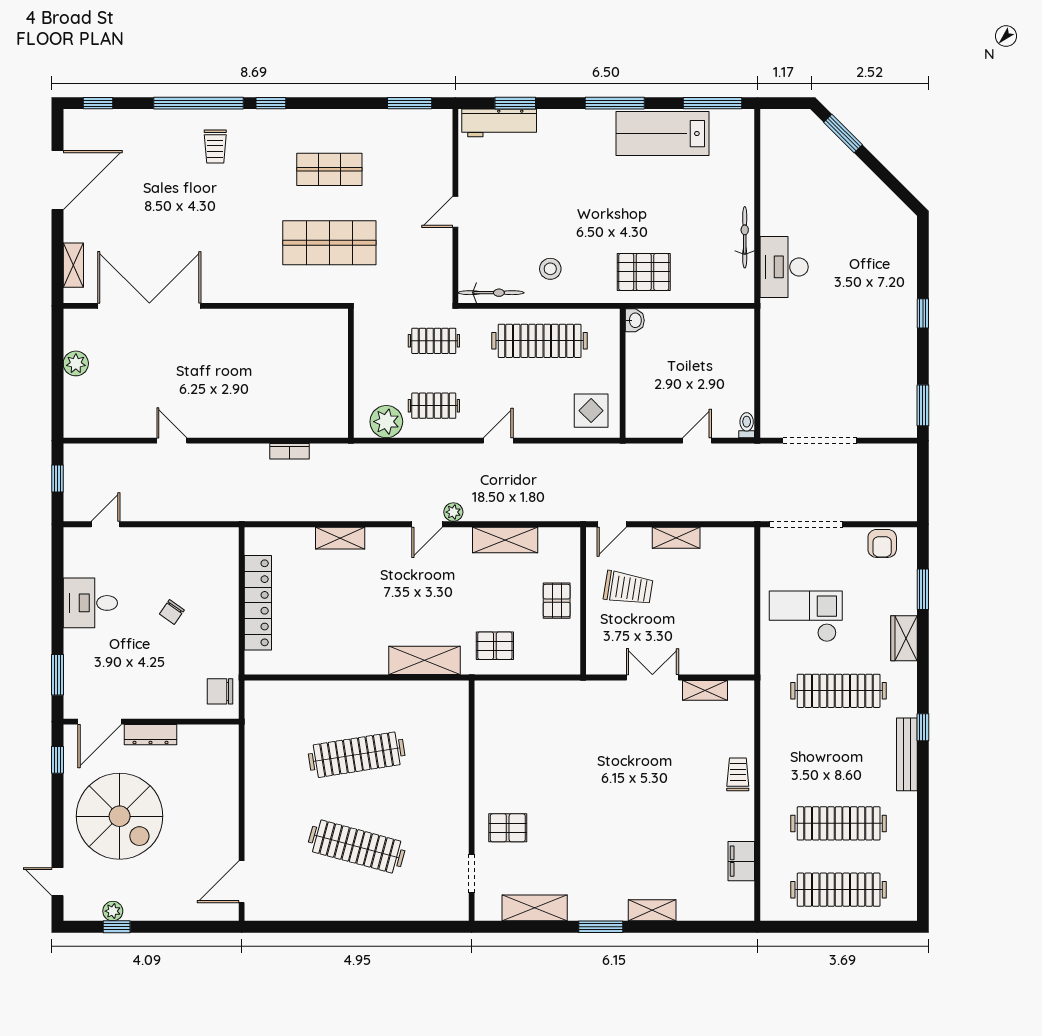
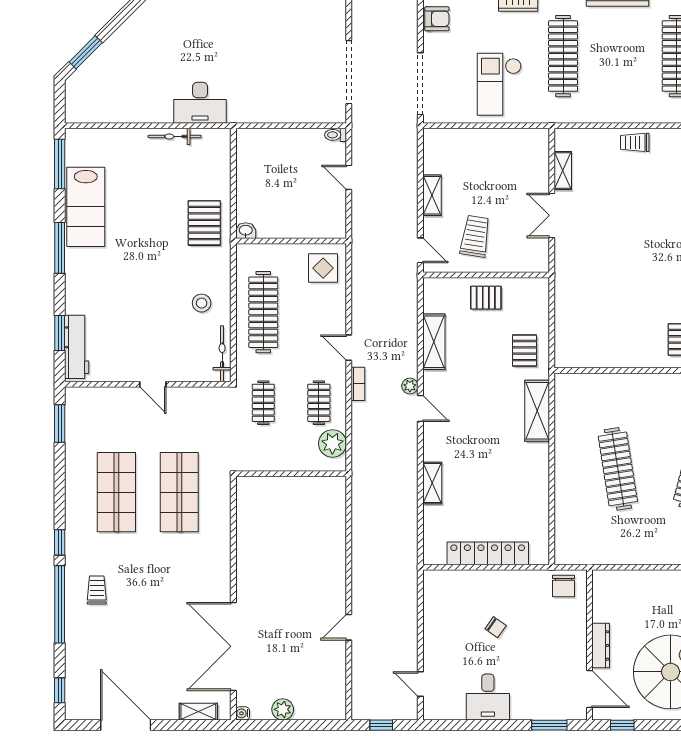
trolley: (215, 146) -> (97, 590), turned -90
shop shelf: (329, 169) -> (116, 492), width x1.43, depth x1.36
water cooler: (71, 317) -> (243, 713), added
bookcase: (290, 451) -> (358, 384), moved

